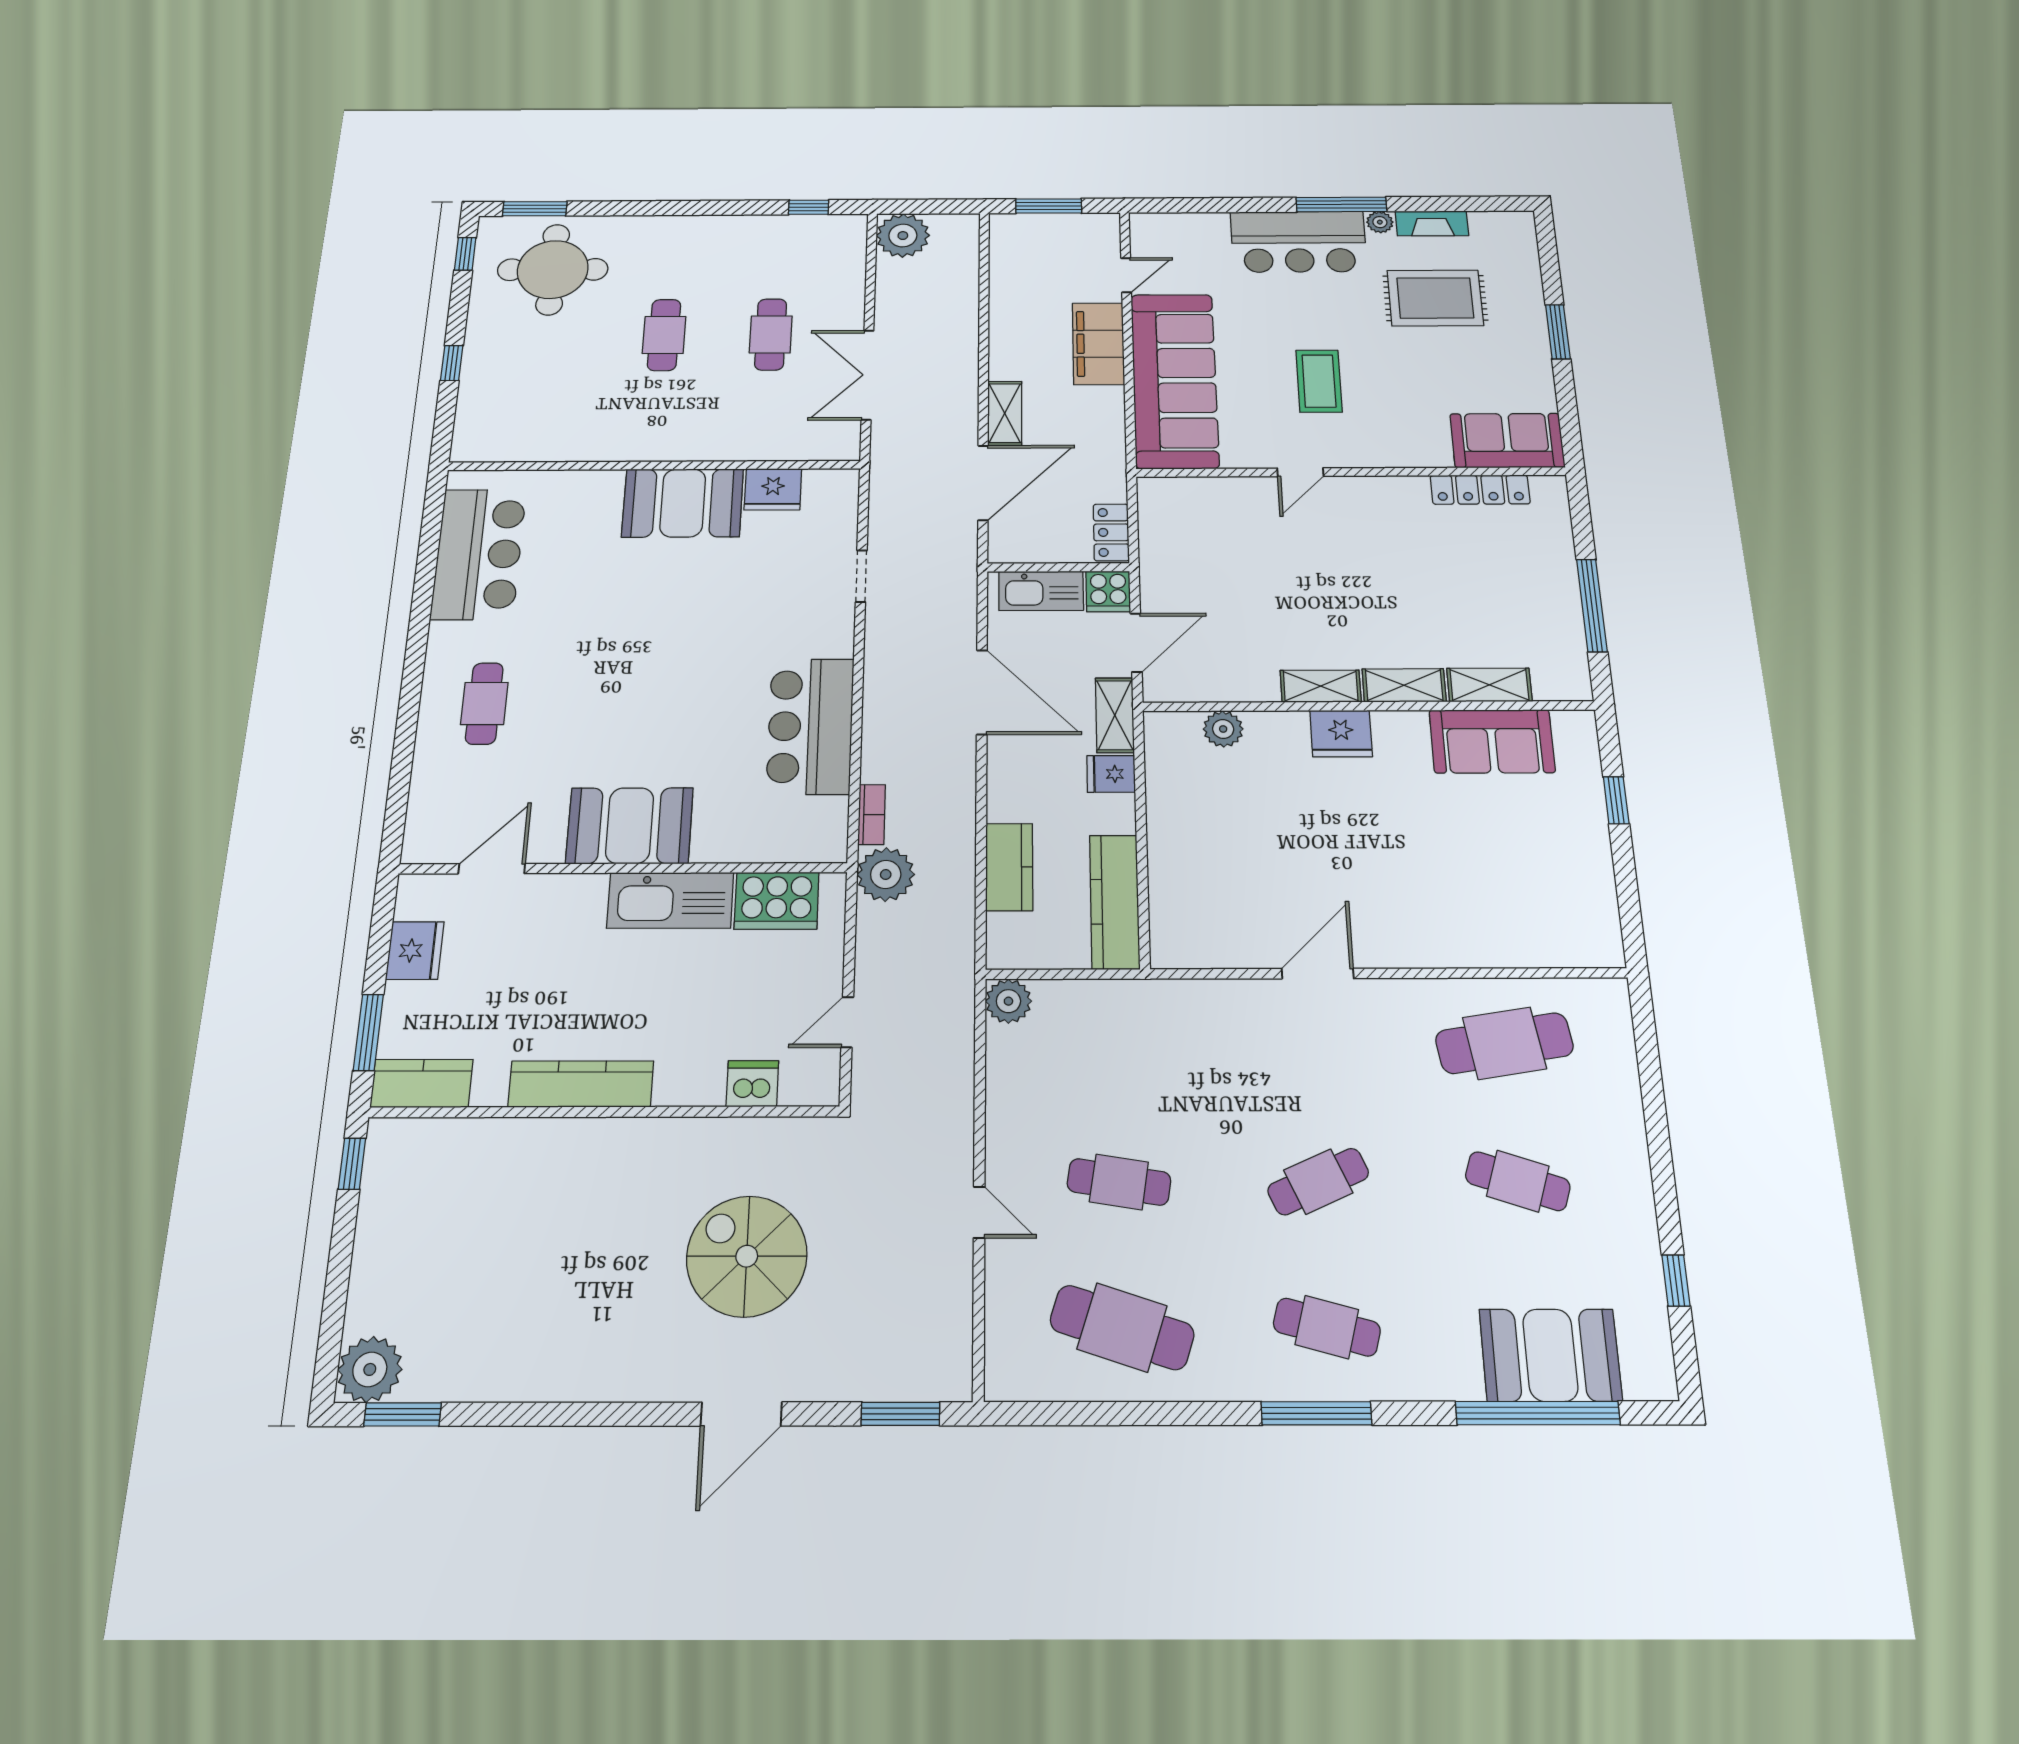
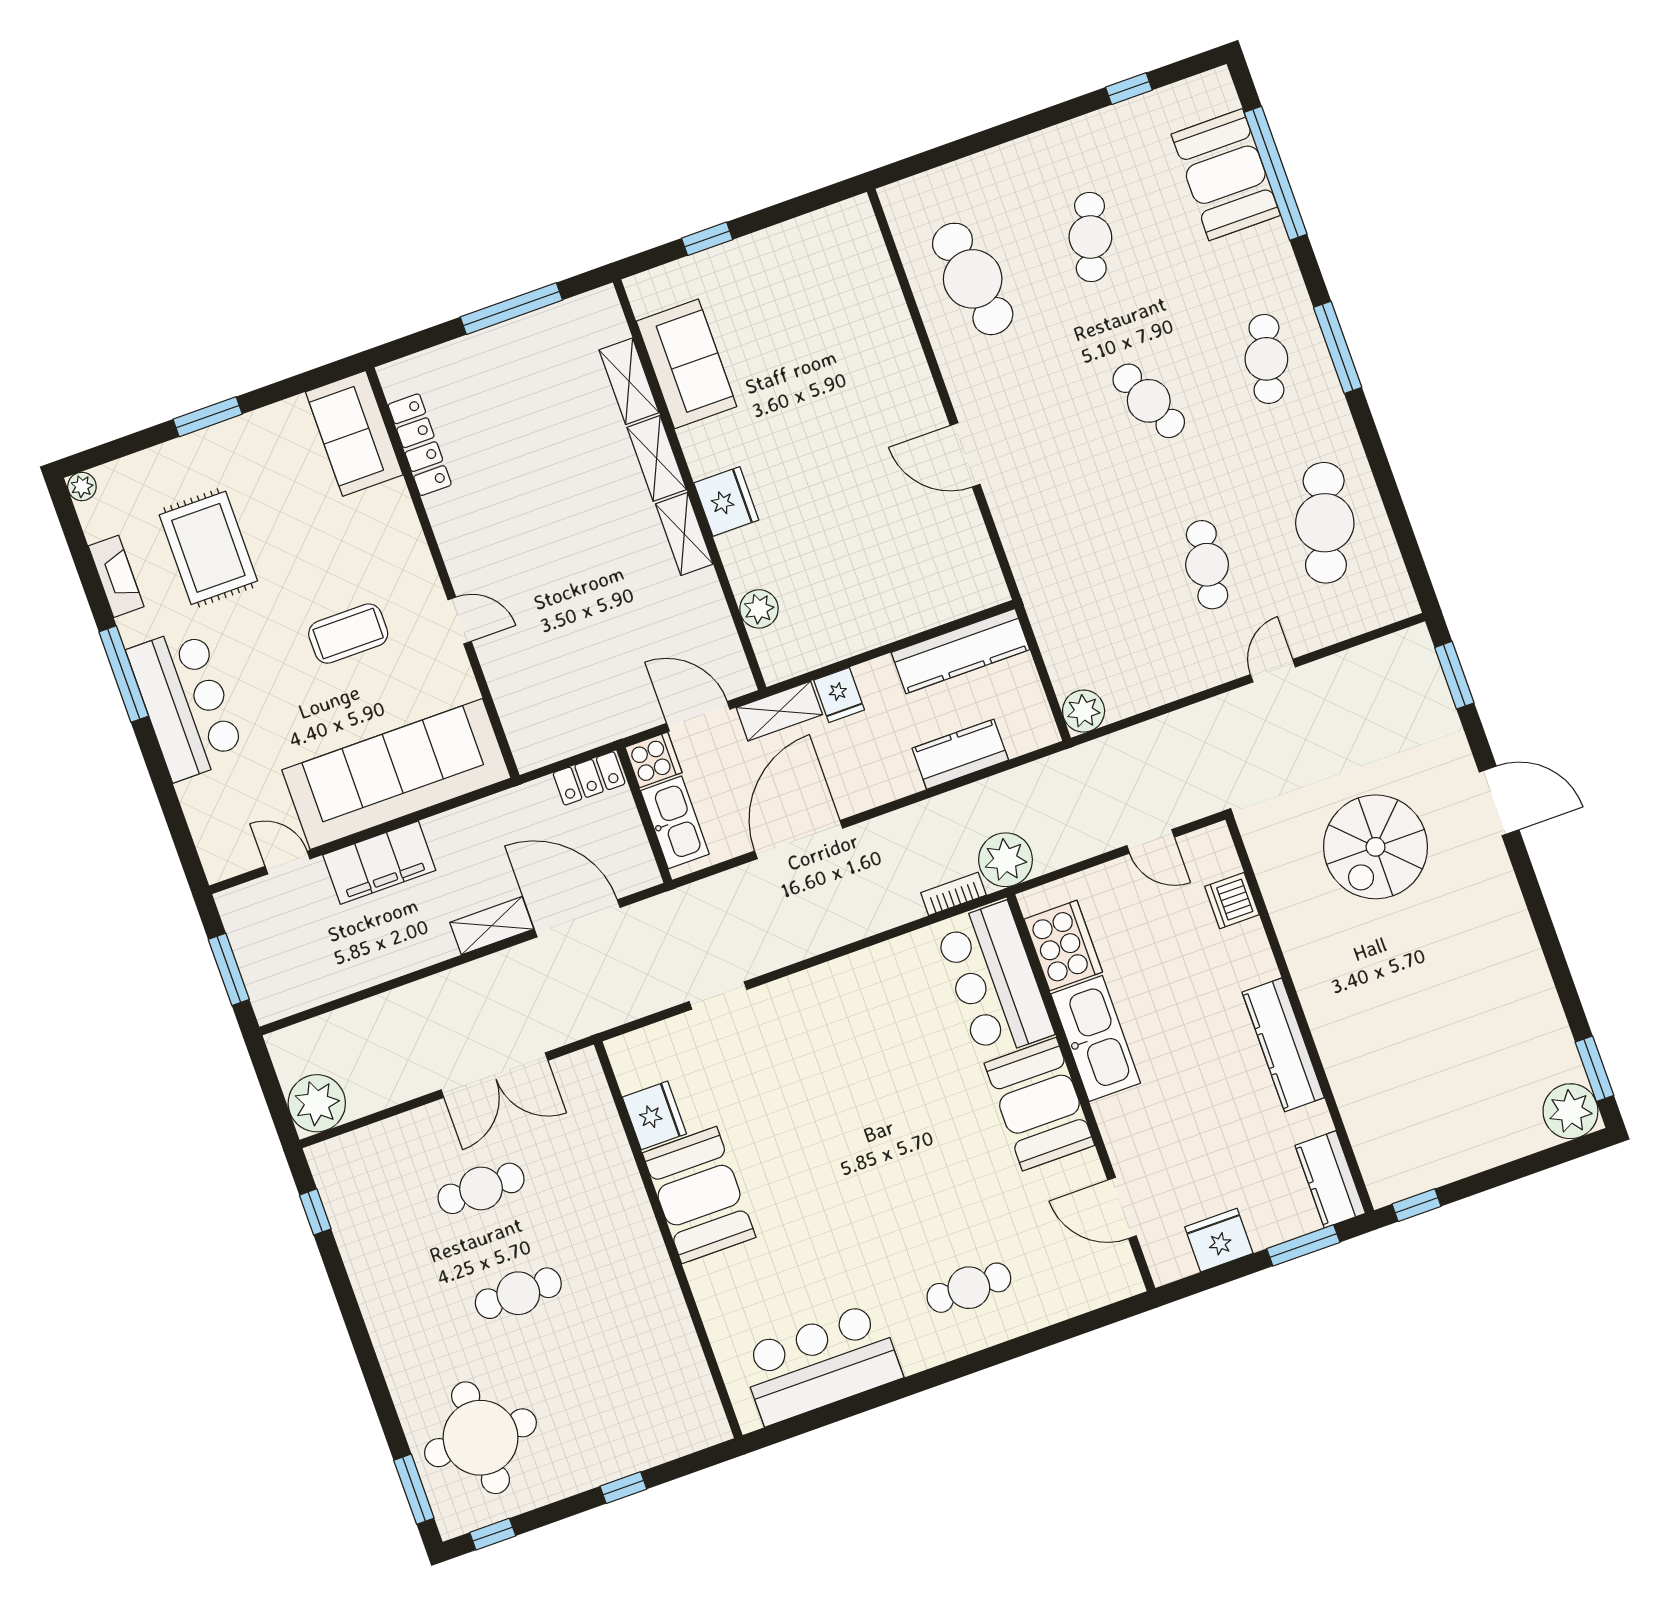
plant: (1380, 222) -> (82, 486), moved
bar counter: (810, 726) -> (994, 980), moved, turned 90

